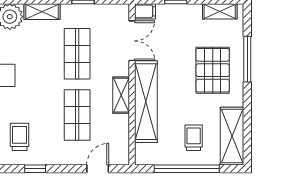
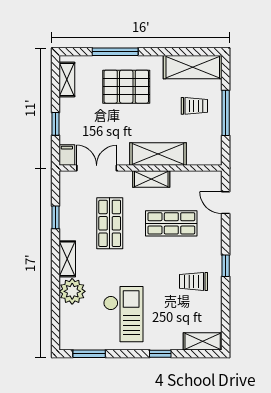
shop shelf: (77, 54) -> (110, 223), turned 90
shelving: (146, 102) -> (158, 154), width x0.68
trolley: (194, 138) -> (194, 106), turned 180
window: (187, 169) -> (226, 113), width x0.68

